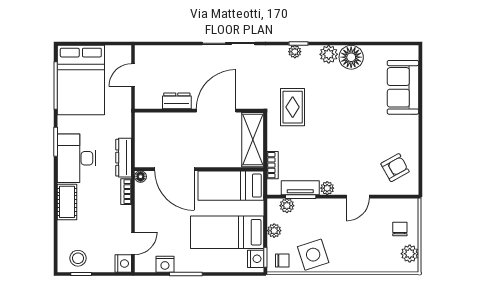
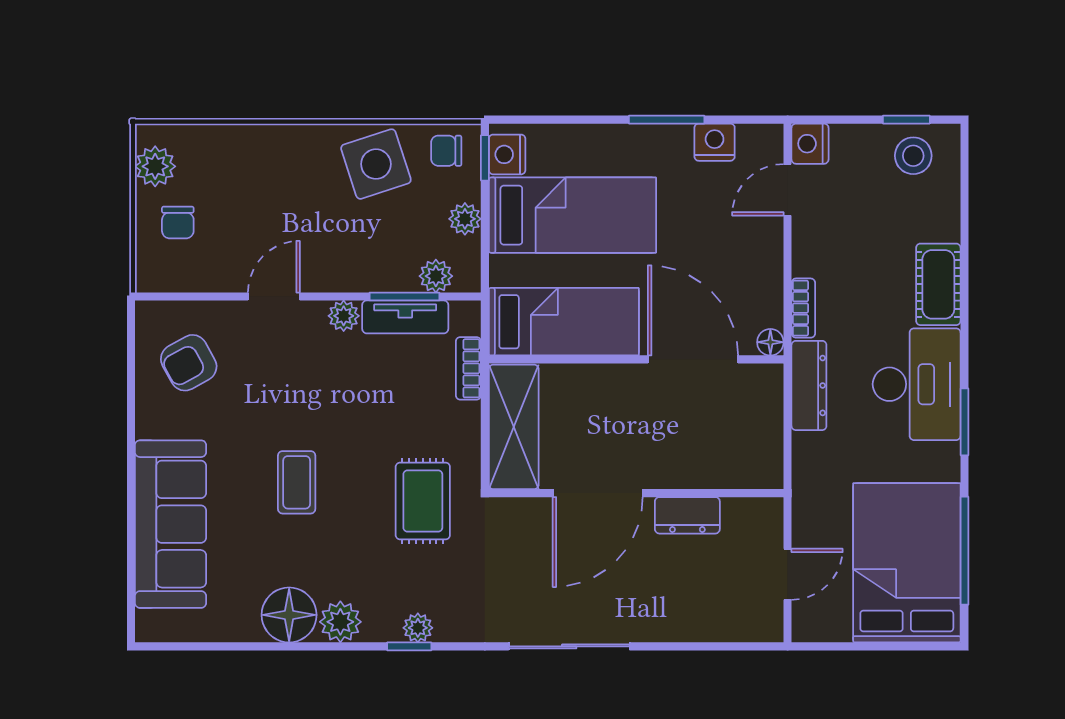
sofa: (403, 87) -> (171, 524), width x1.36
coffee table: (348, 115) -> (297, 482), added

